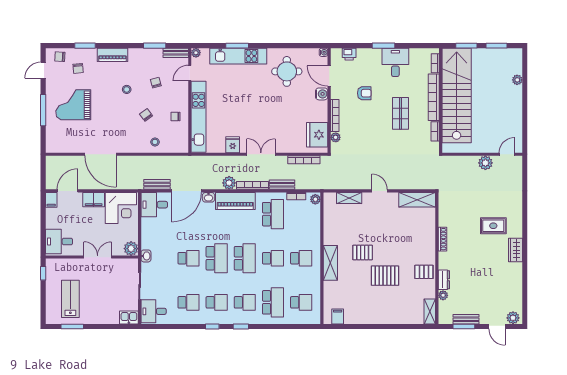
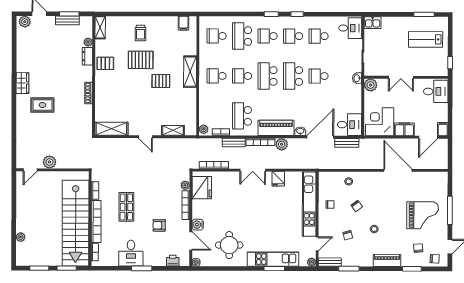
lab bench: (70, 299) -> (426, 39), turned 90
trolley: (385, 305) -> (141, 33), added

